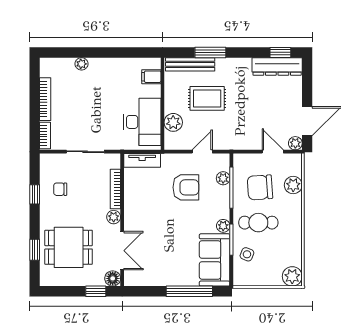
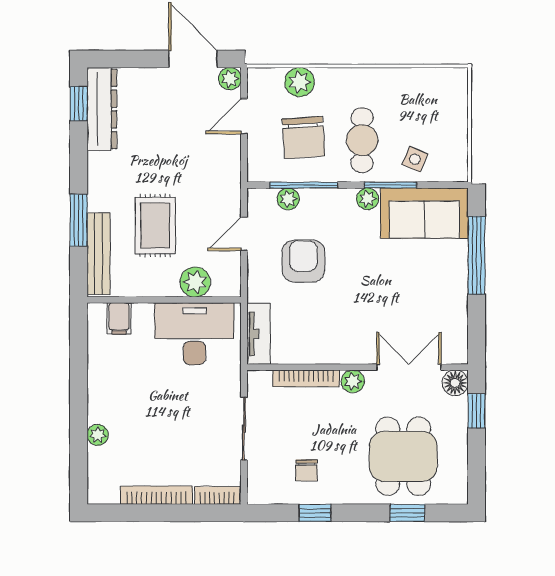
door: (202, 152) -> (244, 234), hinge flipped
plant: (292, 276) -> (452, 84), removed

